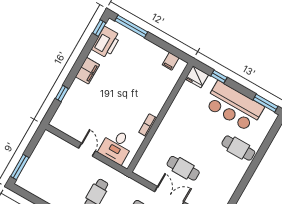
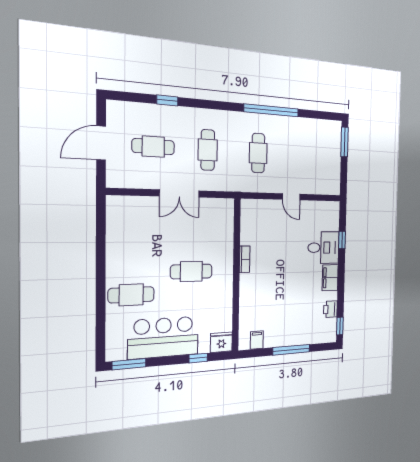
window: (131, 26) -> (291, 350), moved
printer: (106, 42) -> (330, 309), width x0.53, depth x0.68
desk: (116, 146) -> (323, 248), moved, turned 90
cafe table: (183, 168) -> (191, 271), moved

